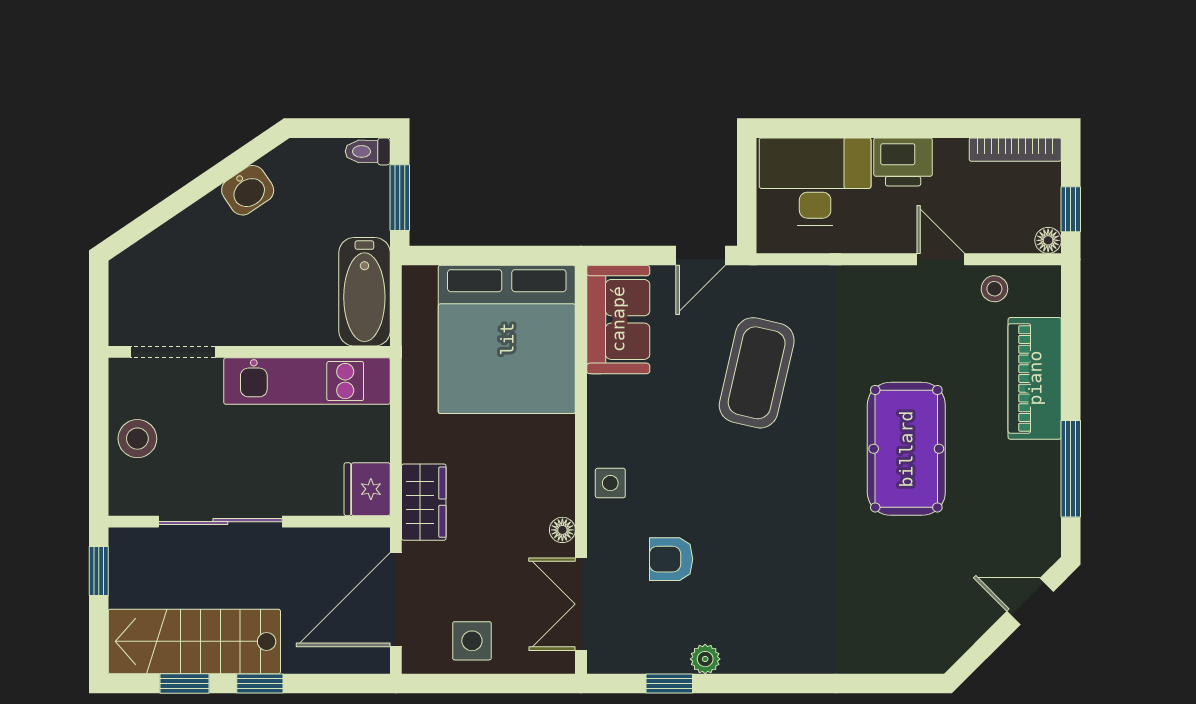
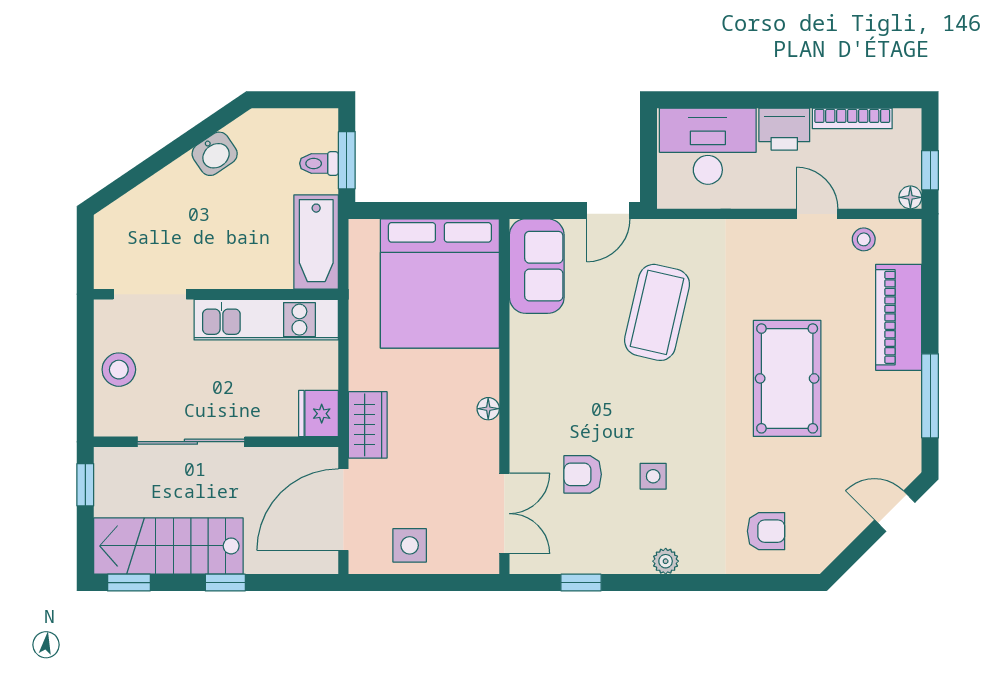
bookcase: (1015, 150) -> (852, 118), moved
toilet: (368, 151) -> (319, 163), moved
side table: (610, 483) -> (653, 476), moved
floor lamp: (562, 530) -> (488, 409), moved
double door: (581, 604) -> (504, 514), swing flipped
armchair: (882, 624) -> (766, 531), added
plant: (705, 659) -> (666, 561), moved
window: (184, 684) -> (129, 583), moved

